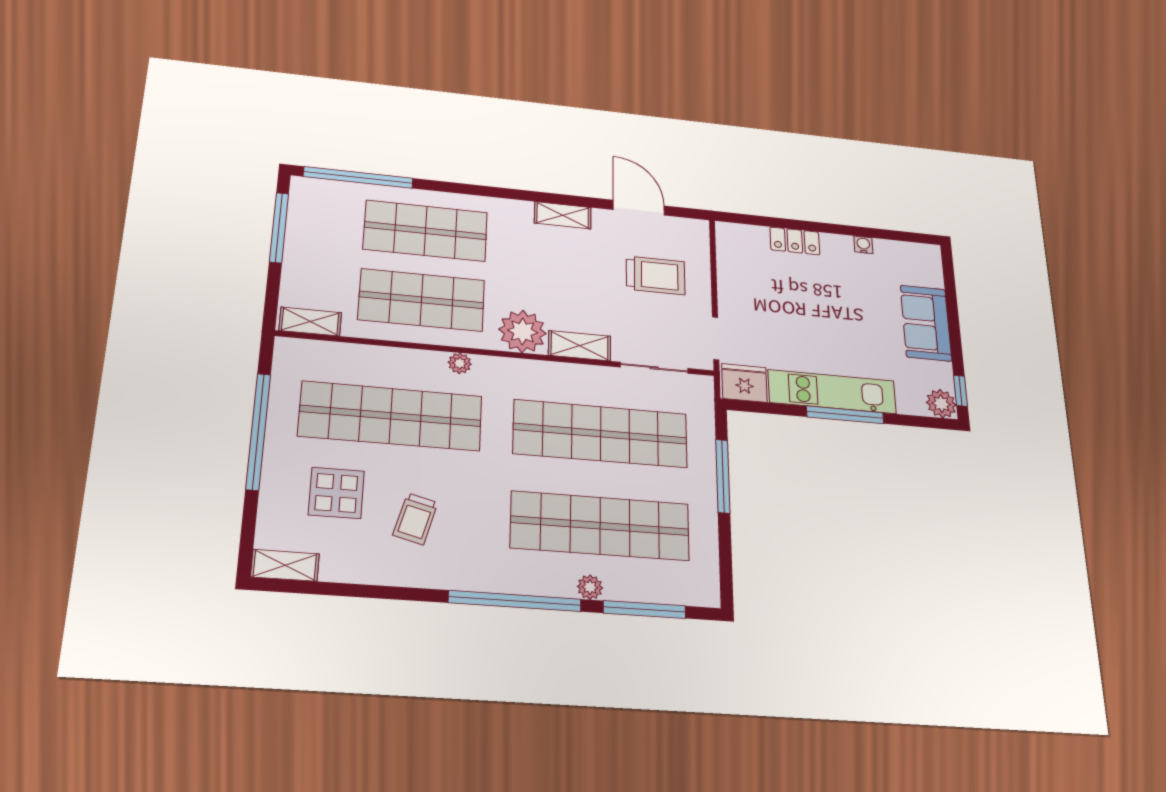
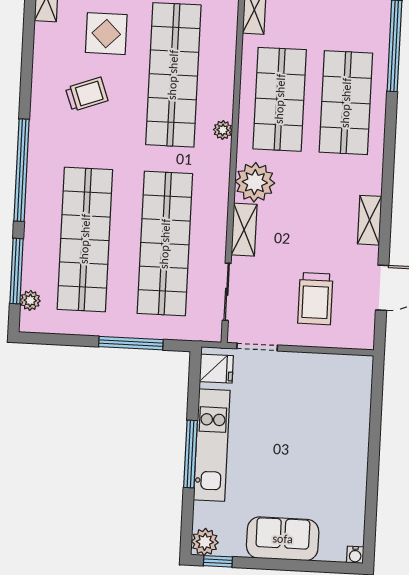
locker: (795, 241) -> (358, 427), removed
water cooler: (863, 245) -> (355, 555), moved, turned 90
fridge: (744, 383) -> (216, 369), width x0.72
trolley: (415, 519) -> (87, 94), turned 145
plant: (590, 587) -> (30, 300), moved

